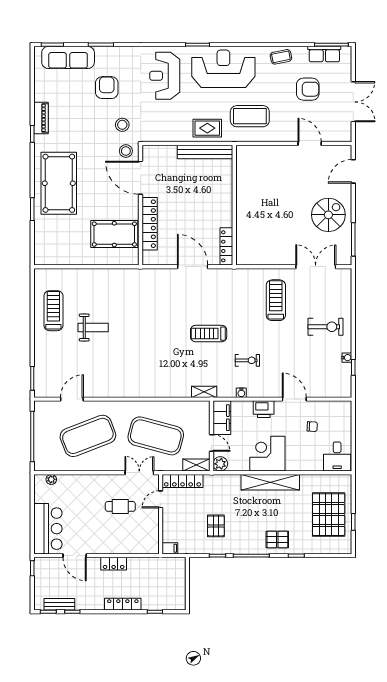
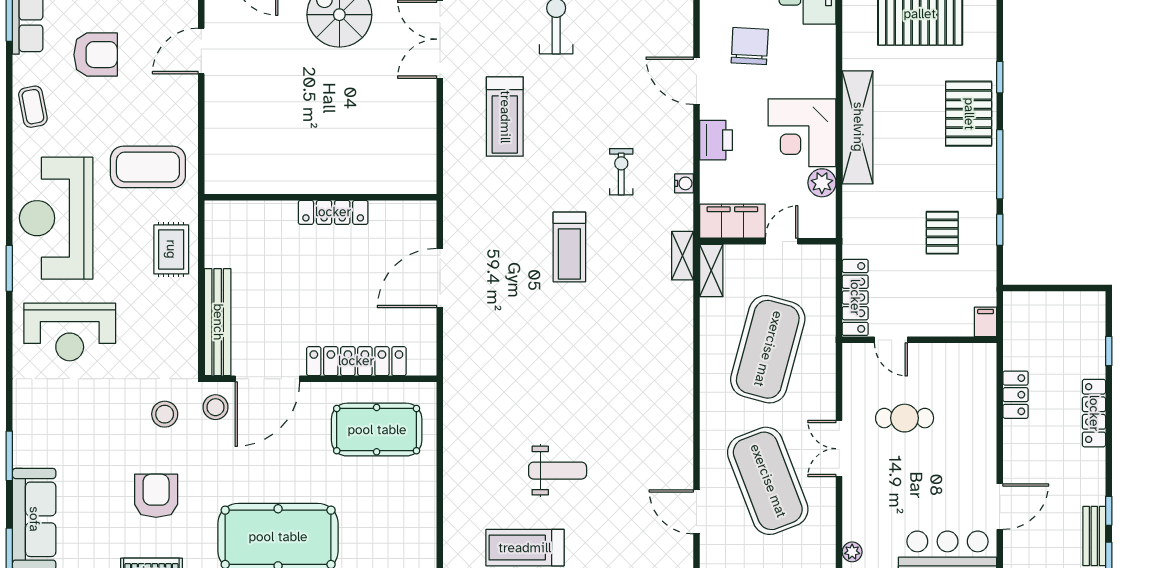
armchair: (107, 88) -> (156, 496), moved, turned 90
armchair: (308, 89) -> (96, 55), turned 90
coffee table: (250, 116) -> (148, 167), turned 90
bench: (205, 152) -> (218, 322), moved
pool table: (114, 234) -> (377, 430), turned 90
locker: (226, 246) -> (333, 212), moved
treadmill: (276, 300) -> (505, 117), turned -90
weight bench: (93, 327) -> (558, 471), turned 90
door: (294, 399) -> (696, 81), hinge flipped
chair: (312, 427) -> (750, 46), width x1.87, depth x1.87
plant: (220, 464) -> (822, 183), moved
shelving: (196, 465) -> (711, 270), moved
double door: (139, 473) -> (839, 449), moved
cafe table: (120, 506) -> (905, 418), turned 90
pallet: (216, 526) -> (942, 233), turned 90
pallet: (277, 539) -> (969, 114), width x1.50, depth x1.42
locker: (114, 564) -> (1016, 395), moved

